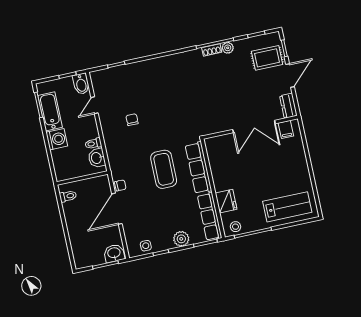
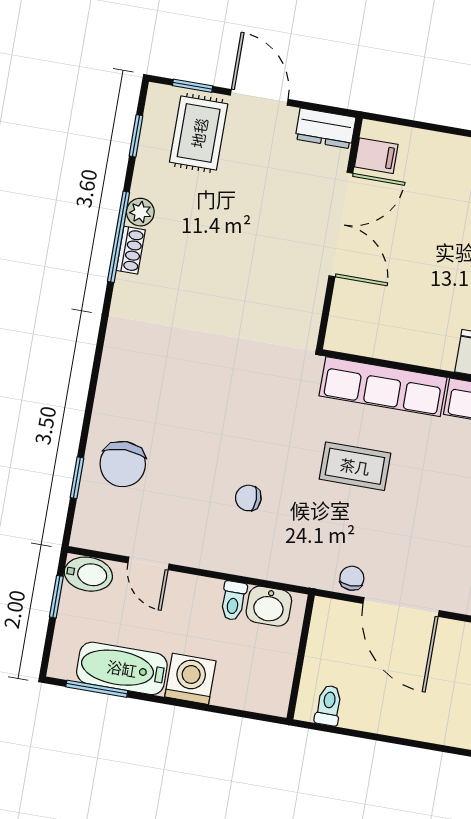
chair: (129, 80) -> (123, 464), added
chair: (132, 120) -> (248, 498), moved
coffee table: (164, 169) -> (355, 466), width x0.73, depth x0.76

